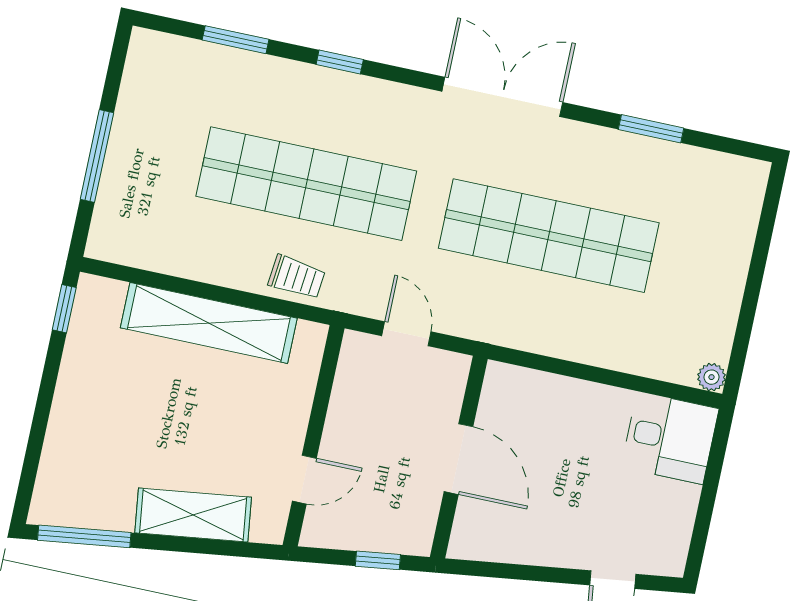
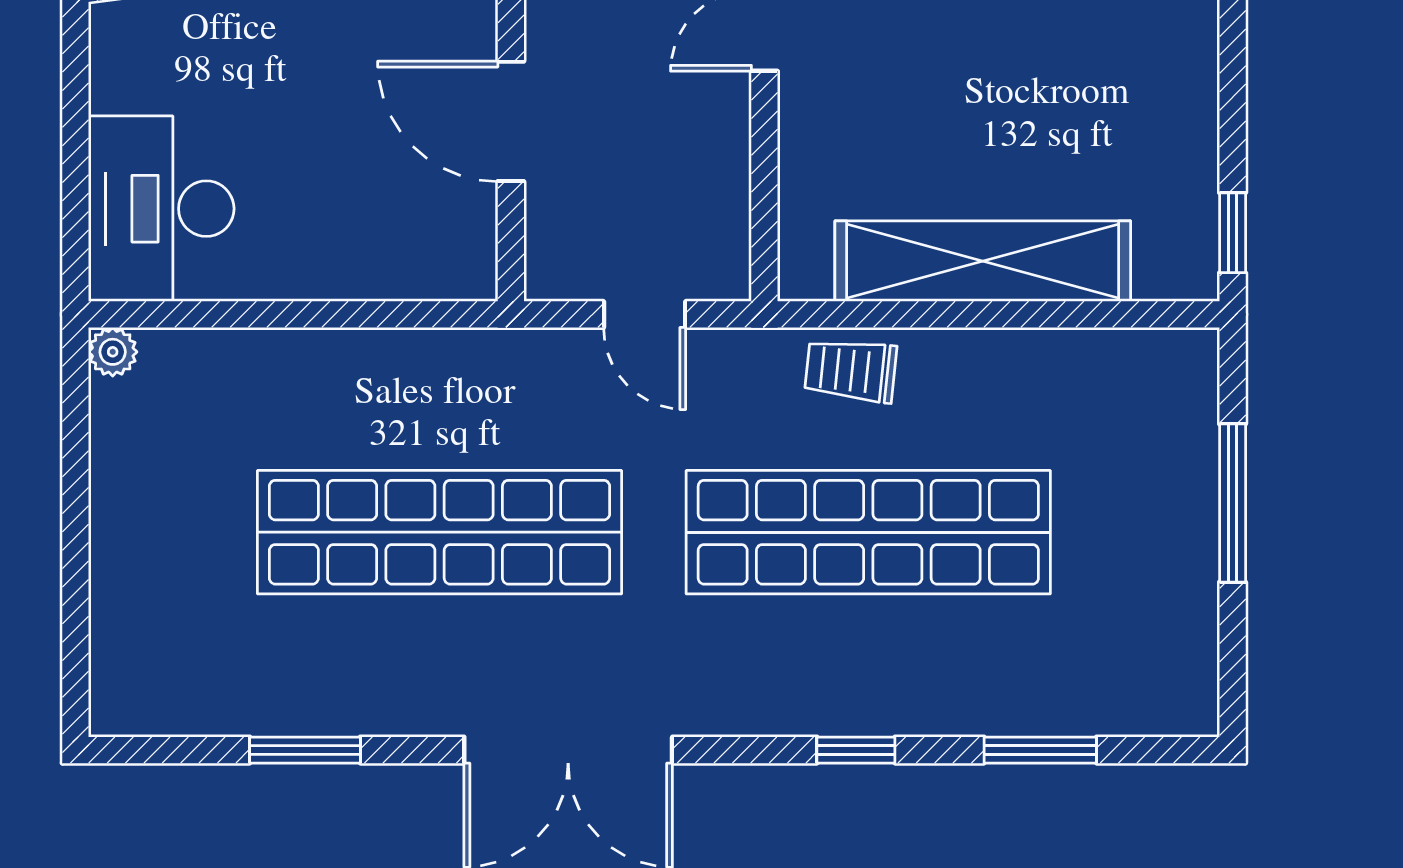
desk: (670, 438) -> (161, 209), width x1.37

